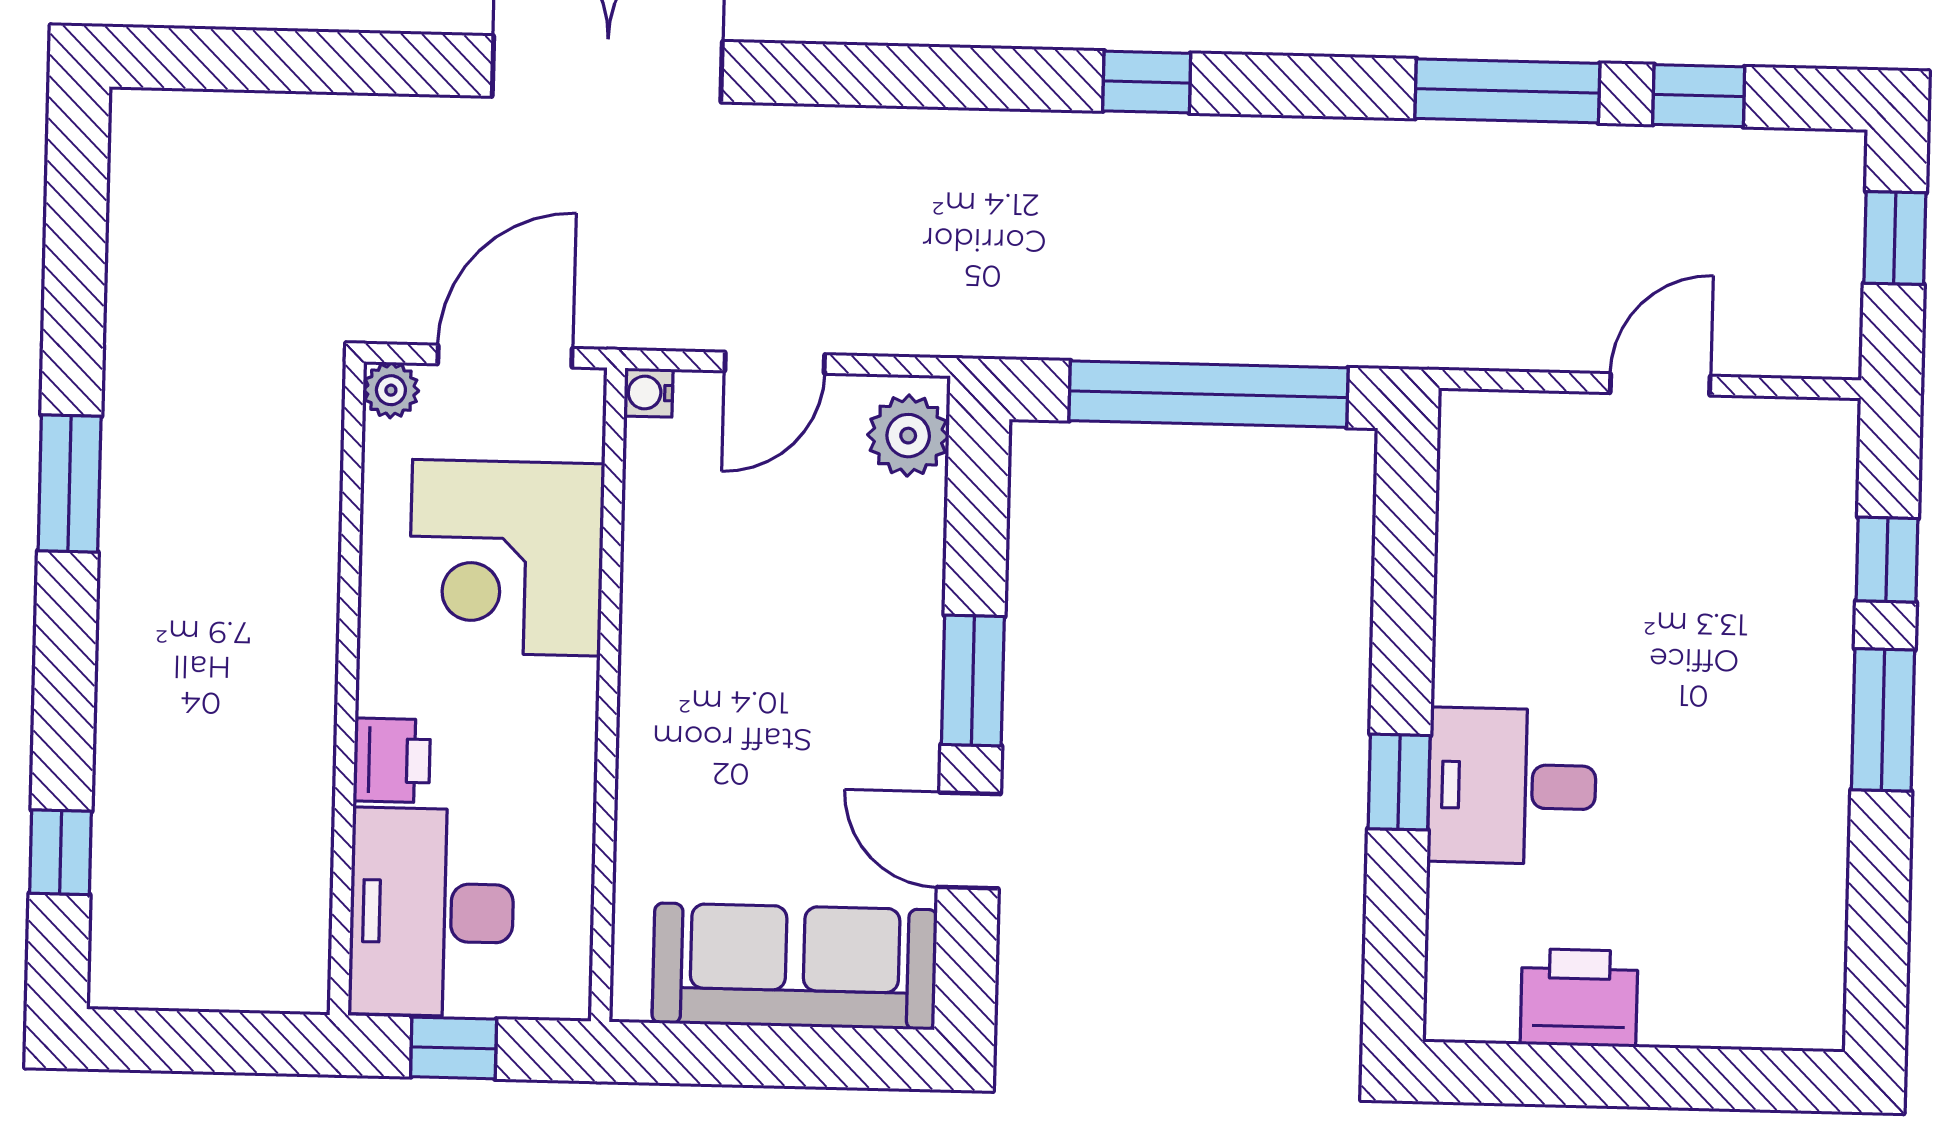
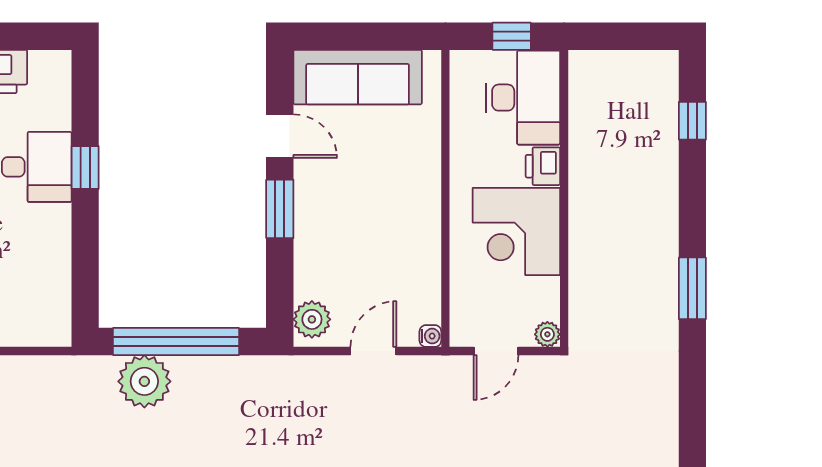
plant: (1280, 308) -> (144, 381), added
door: (505, 356) -> (496, 351), width x0.73
corner desk: (506, 558) -> (516, 231), moved, turned 180

